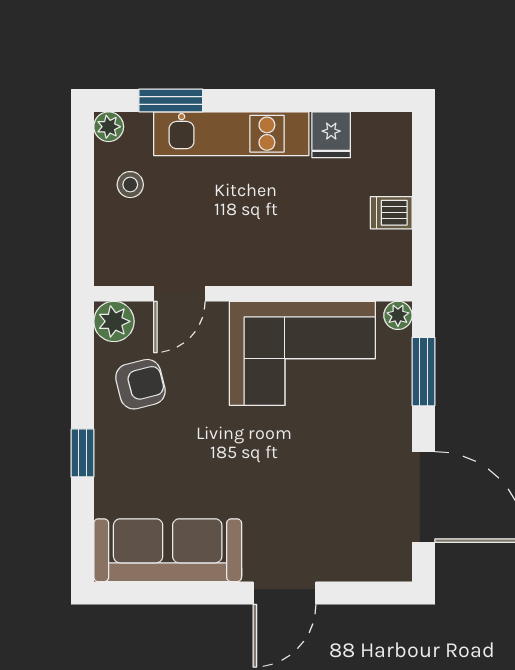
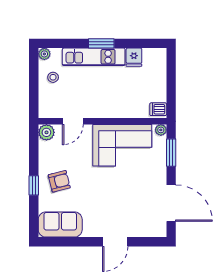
window: (171, 100) -> (101, 43), moved
dishwasher: (391, 213) -> (158, 109), moved
armchair: (140, 384) -> (59, 181), moved
sofa: (168, 550) -> (60, 225), width x0.73

